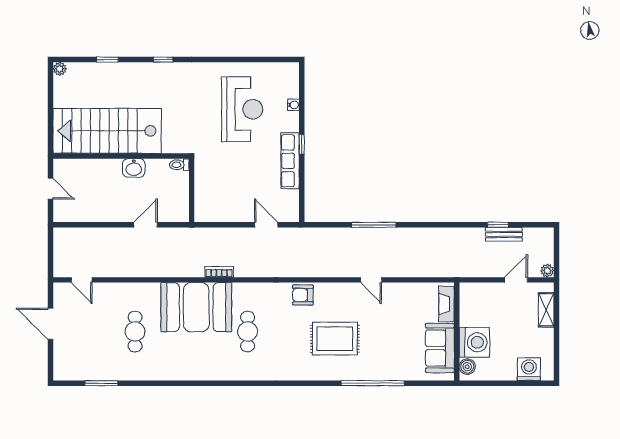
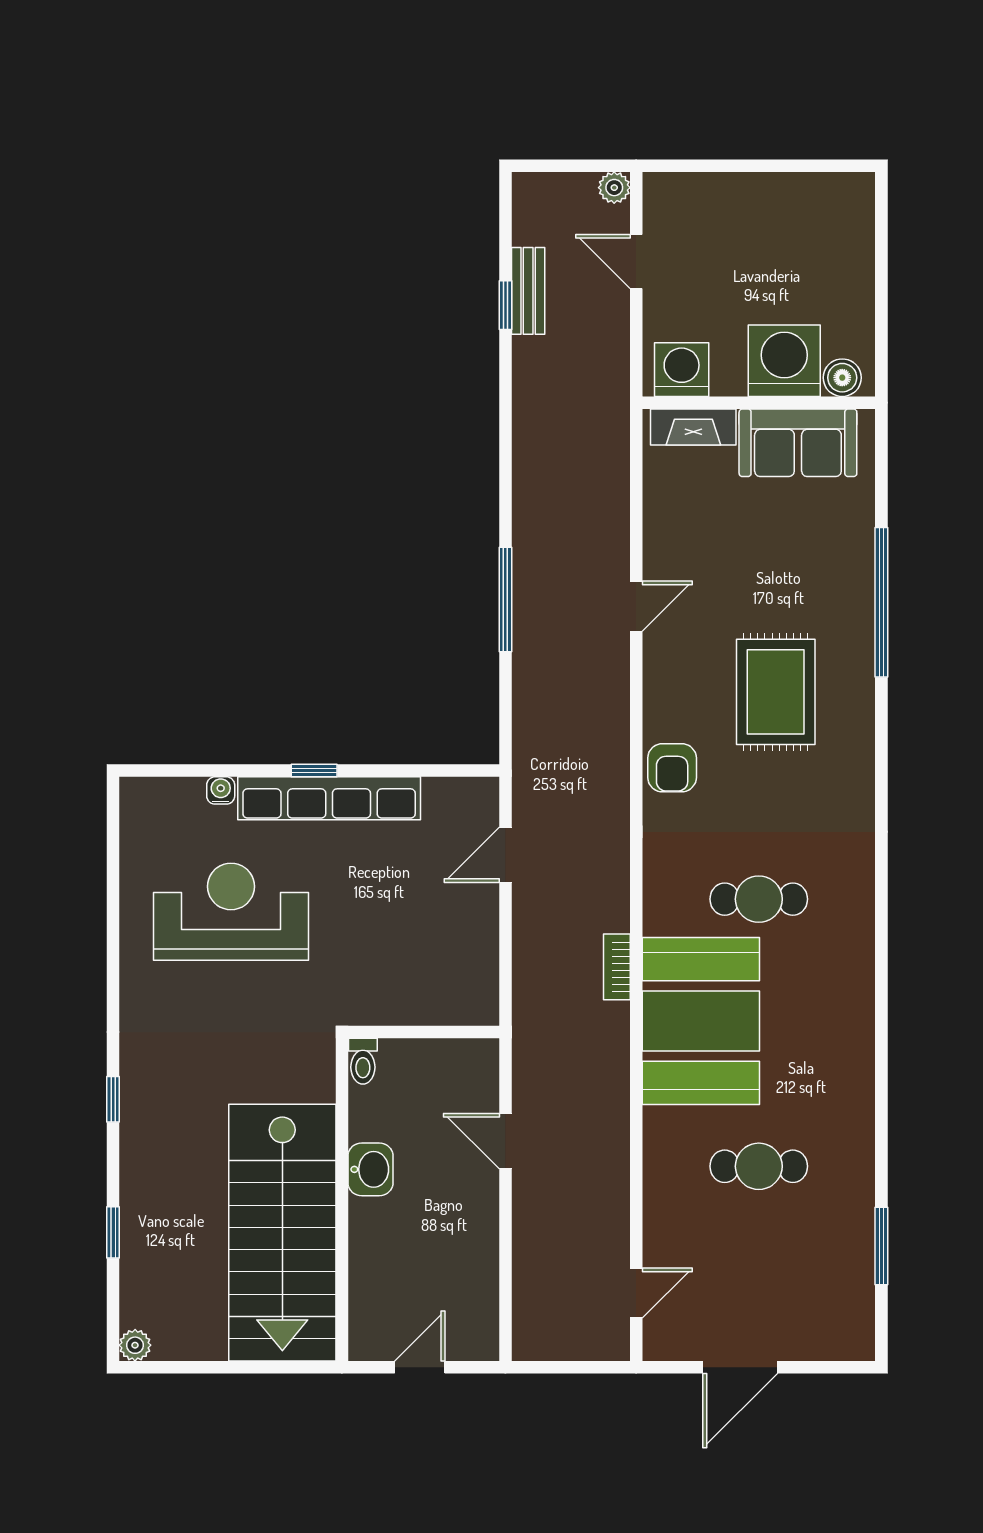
row of seats: (290, 161) -> (329, 798), width x1.36
shelving: (546, 310) -> (707, 190), removed
washing machine: (529, 369) -> (682, 370), moved, turned 90

